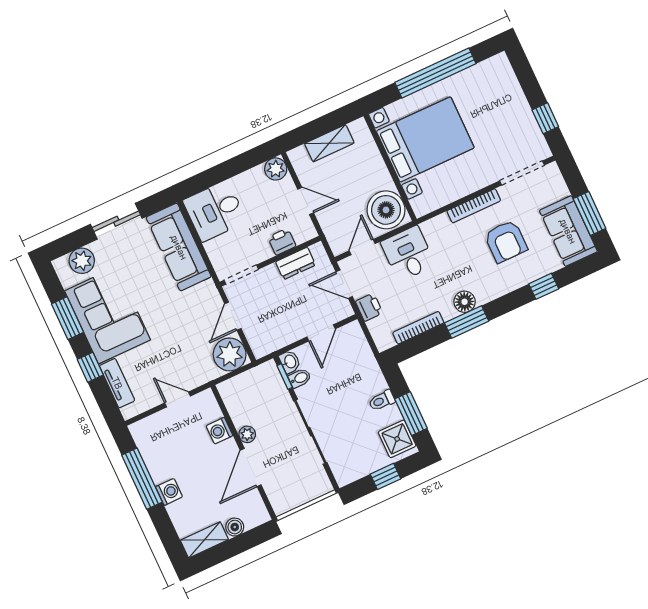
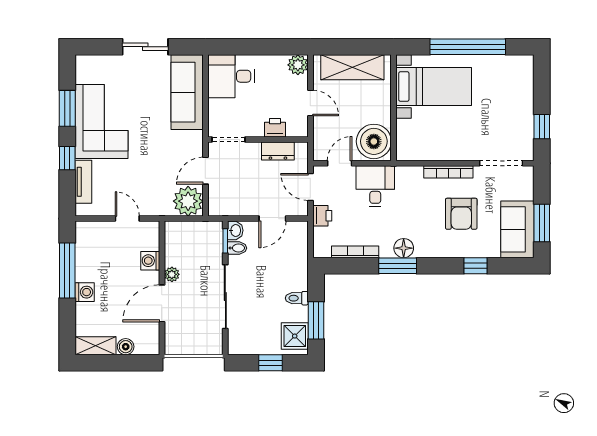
bed with nightstands: (425, 139) -> (434, 87), width x0.73
shelving: (329, 143) -> (352, 67), width x1.50, depth x1.33
plant: (82, 261) -> (101, 66), removed

